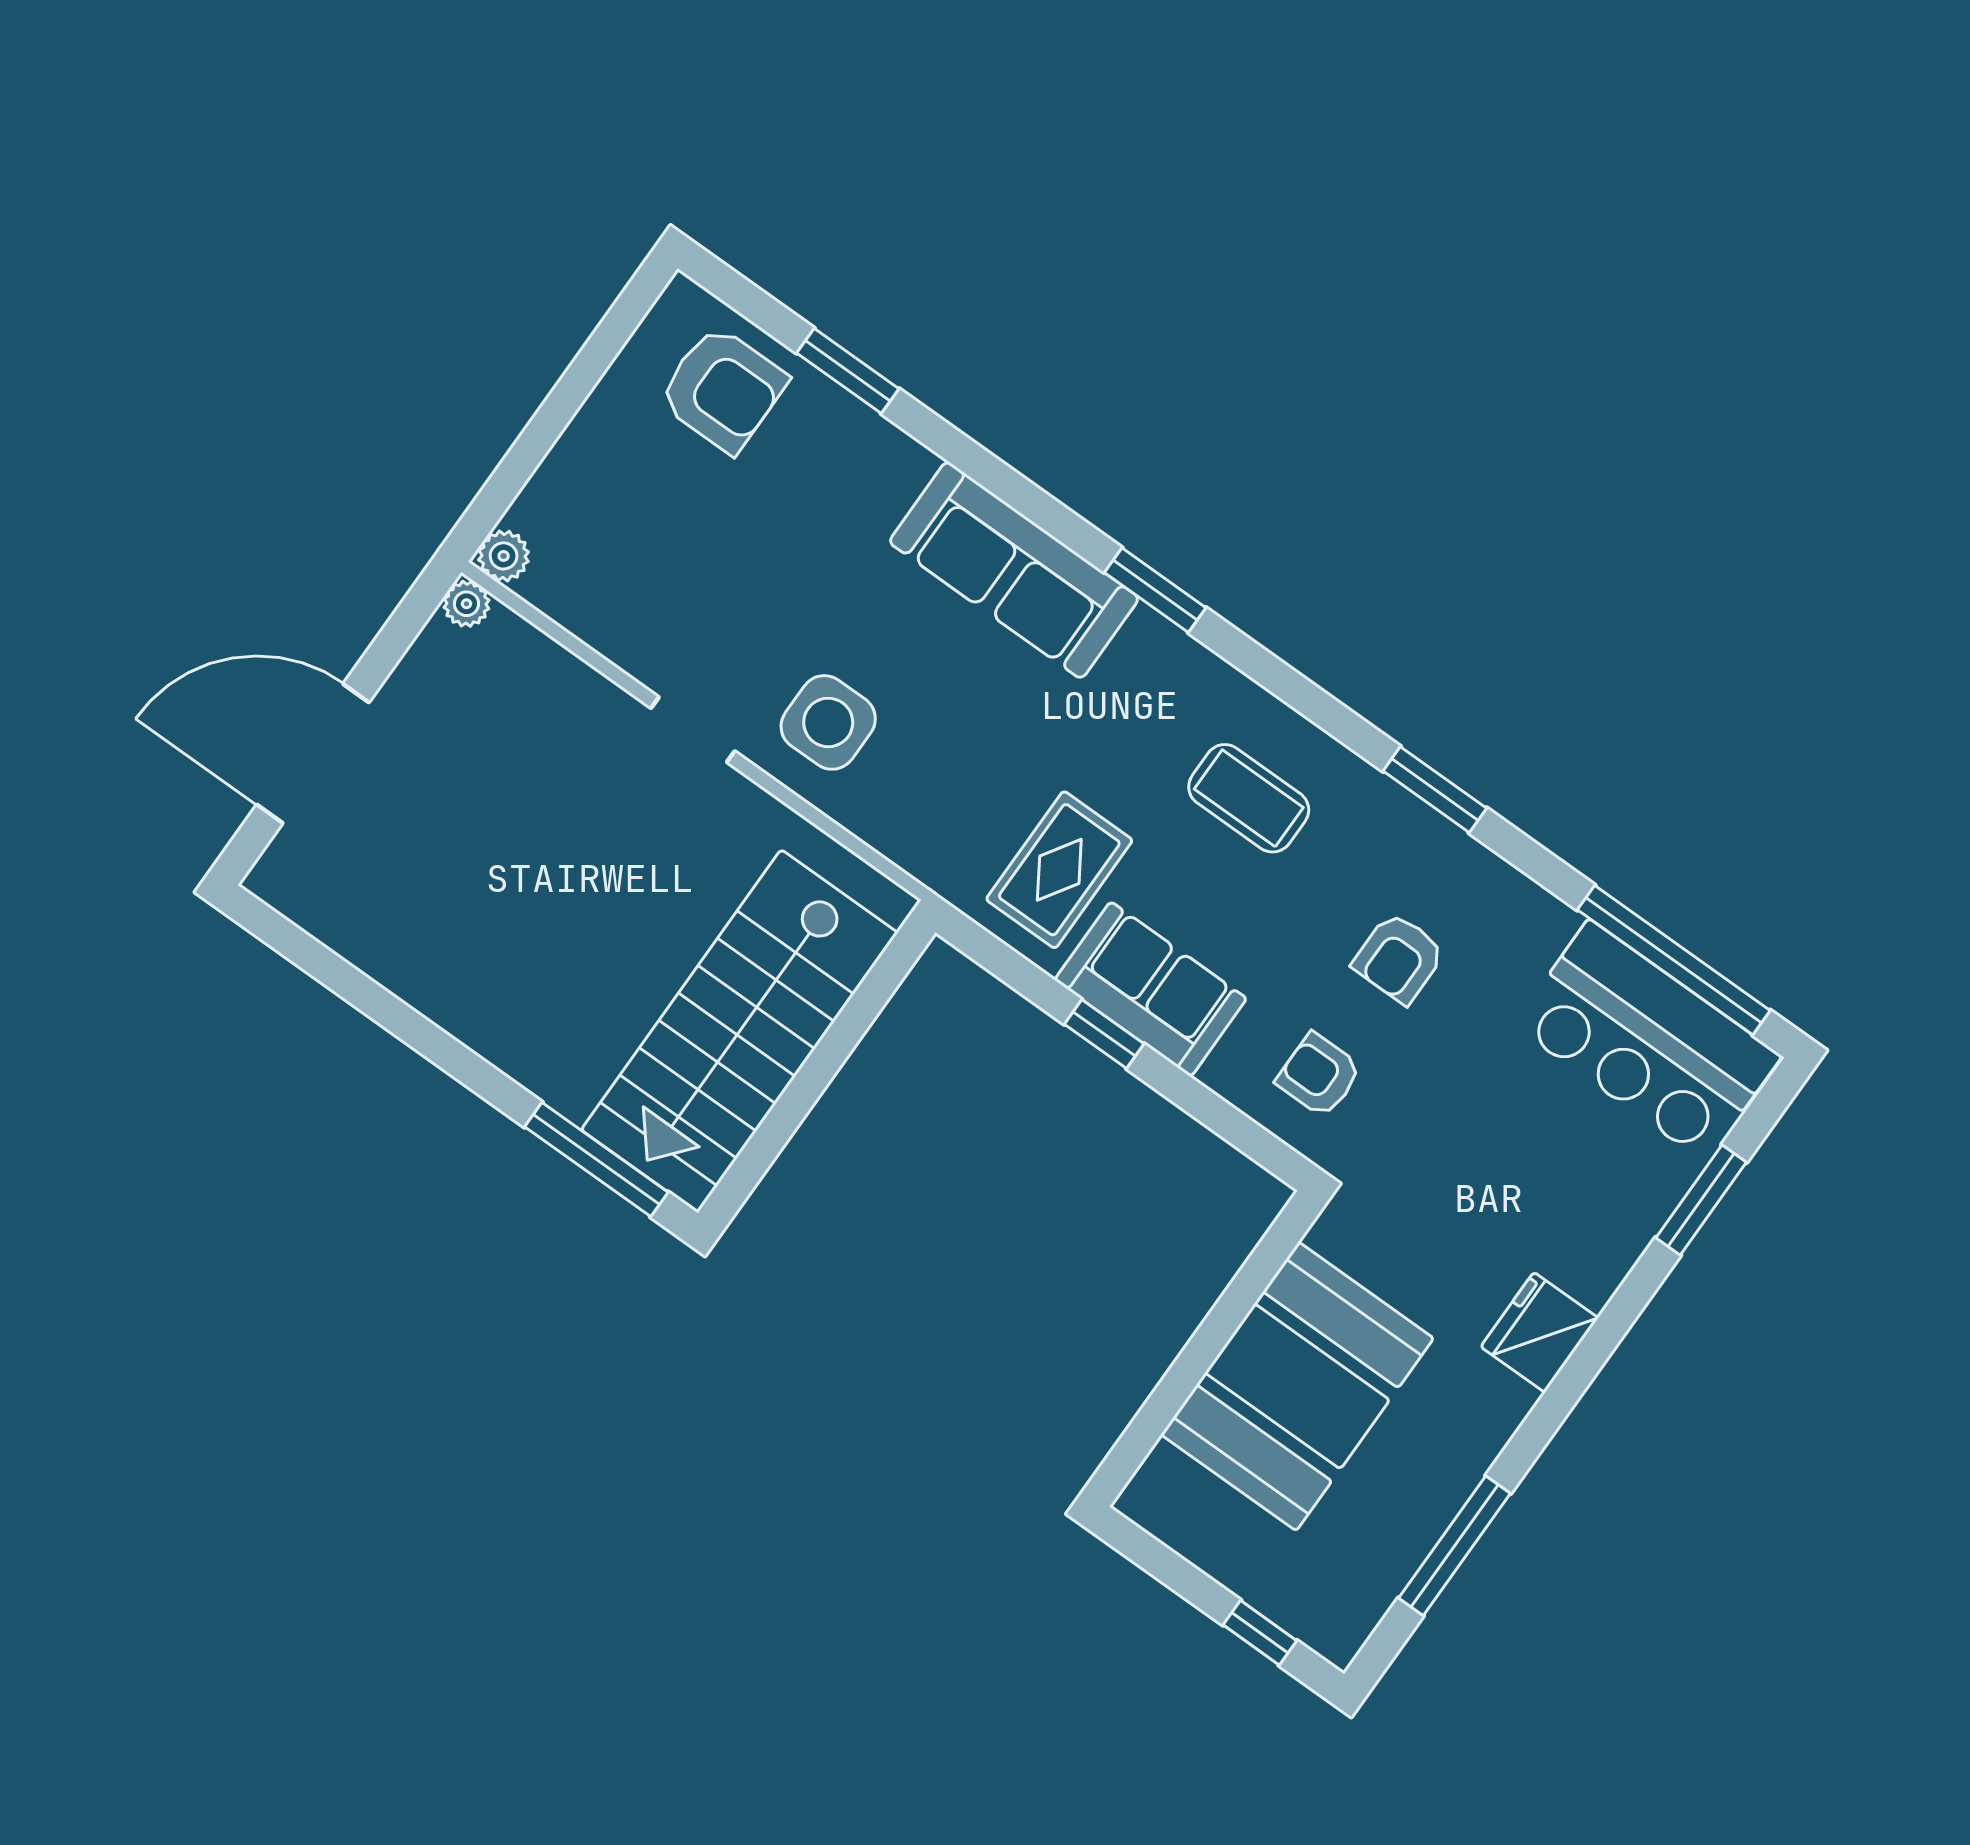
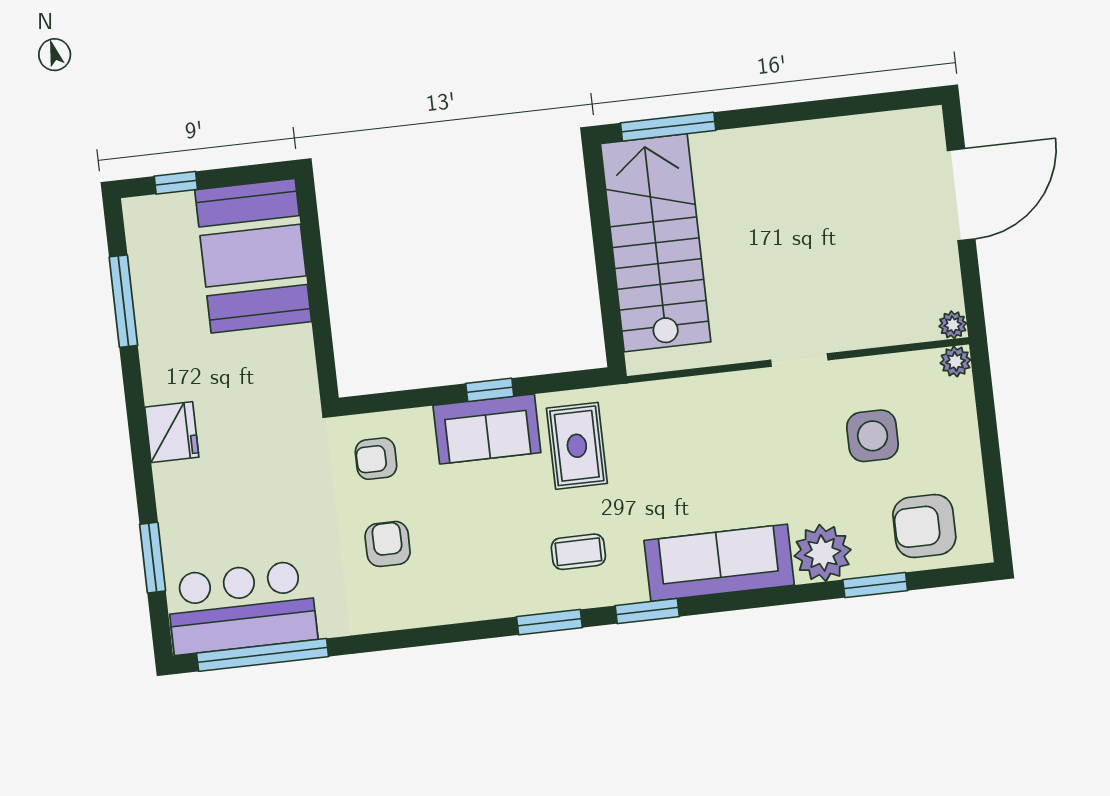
plant: (877, 468) -> (823, 553), added
side table: (828, 722) -> (873, 436), moved
window: (1435, 790) -> (549, 622), moved
coffee table: (1249, 798) -> (578, 552), moved, width x0.73, depth x0.77
armchair: (1319, 1075) -> (376, 459), turned 180
booth: (1297, 1386) -> (253, 256), moved

